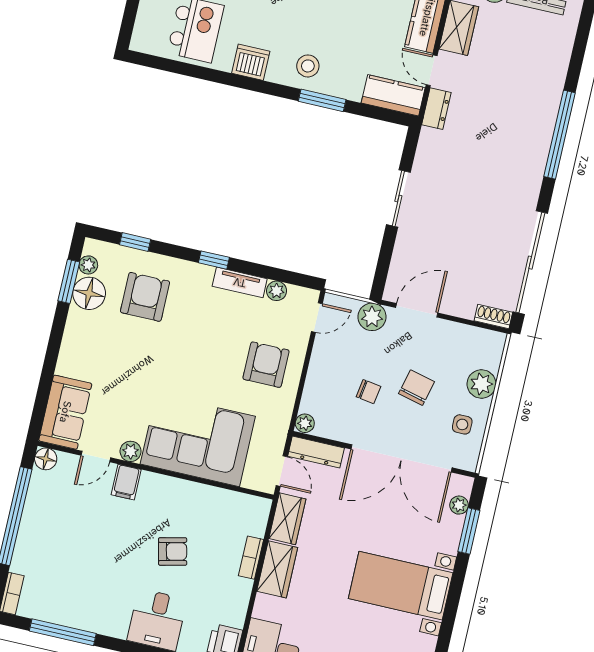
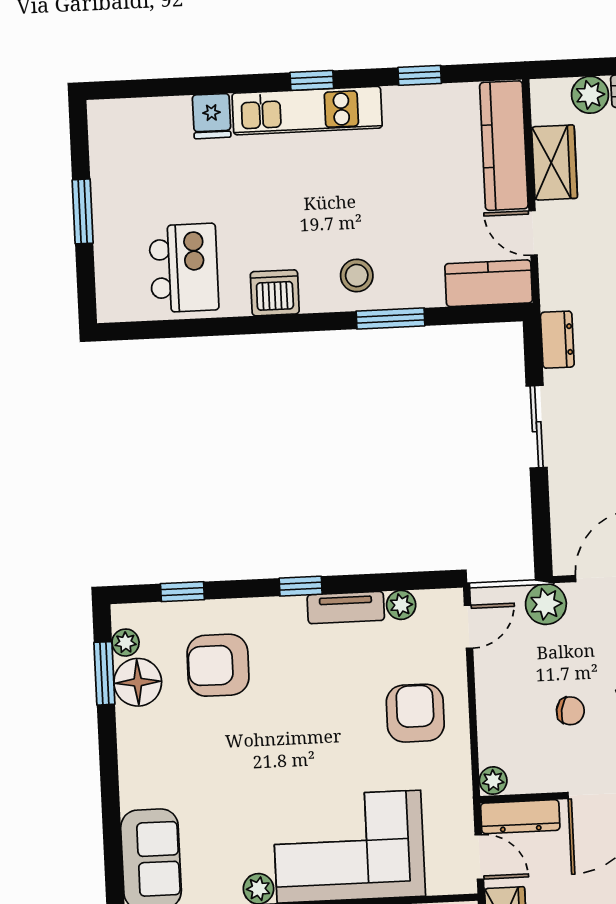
dresser: (436, 109) -> (557, 340), moved
armchair: (145, 297) -> (218, 665), turned -90

